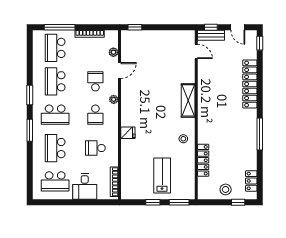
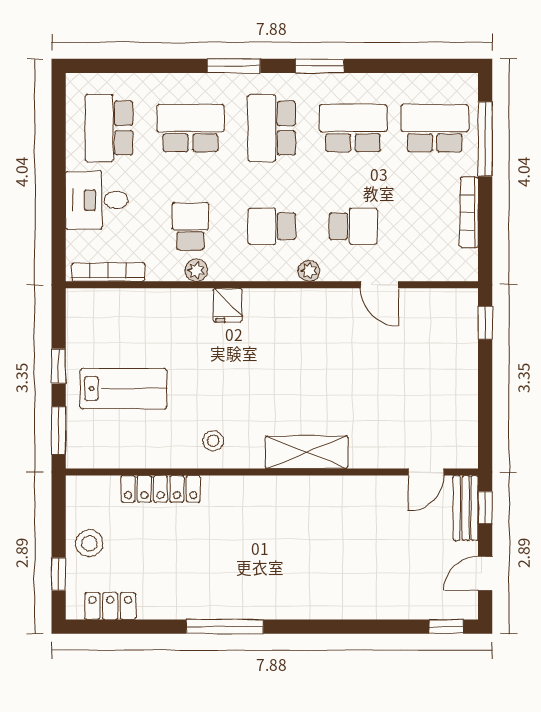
plant: (113, 52) -> (196, 270), moved
locker: (250, 84) -> (347, 603), removed

